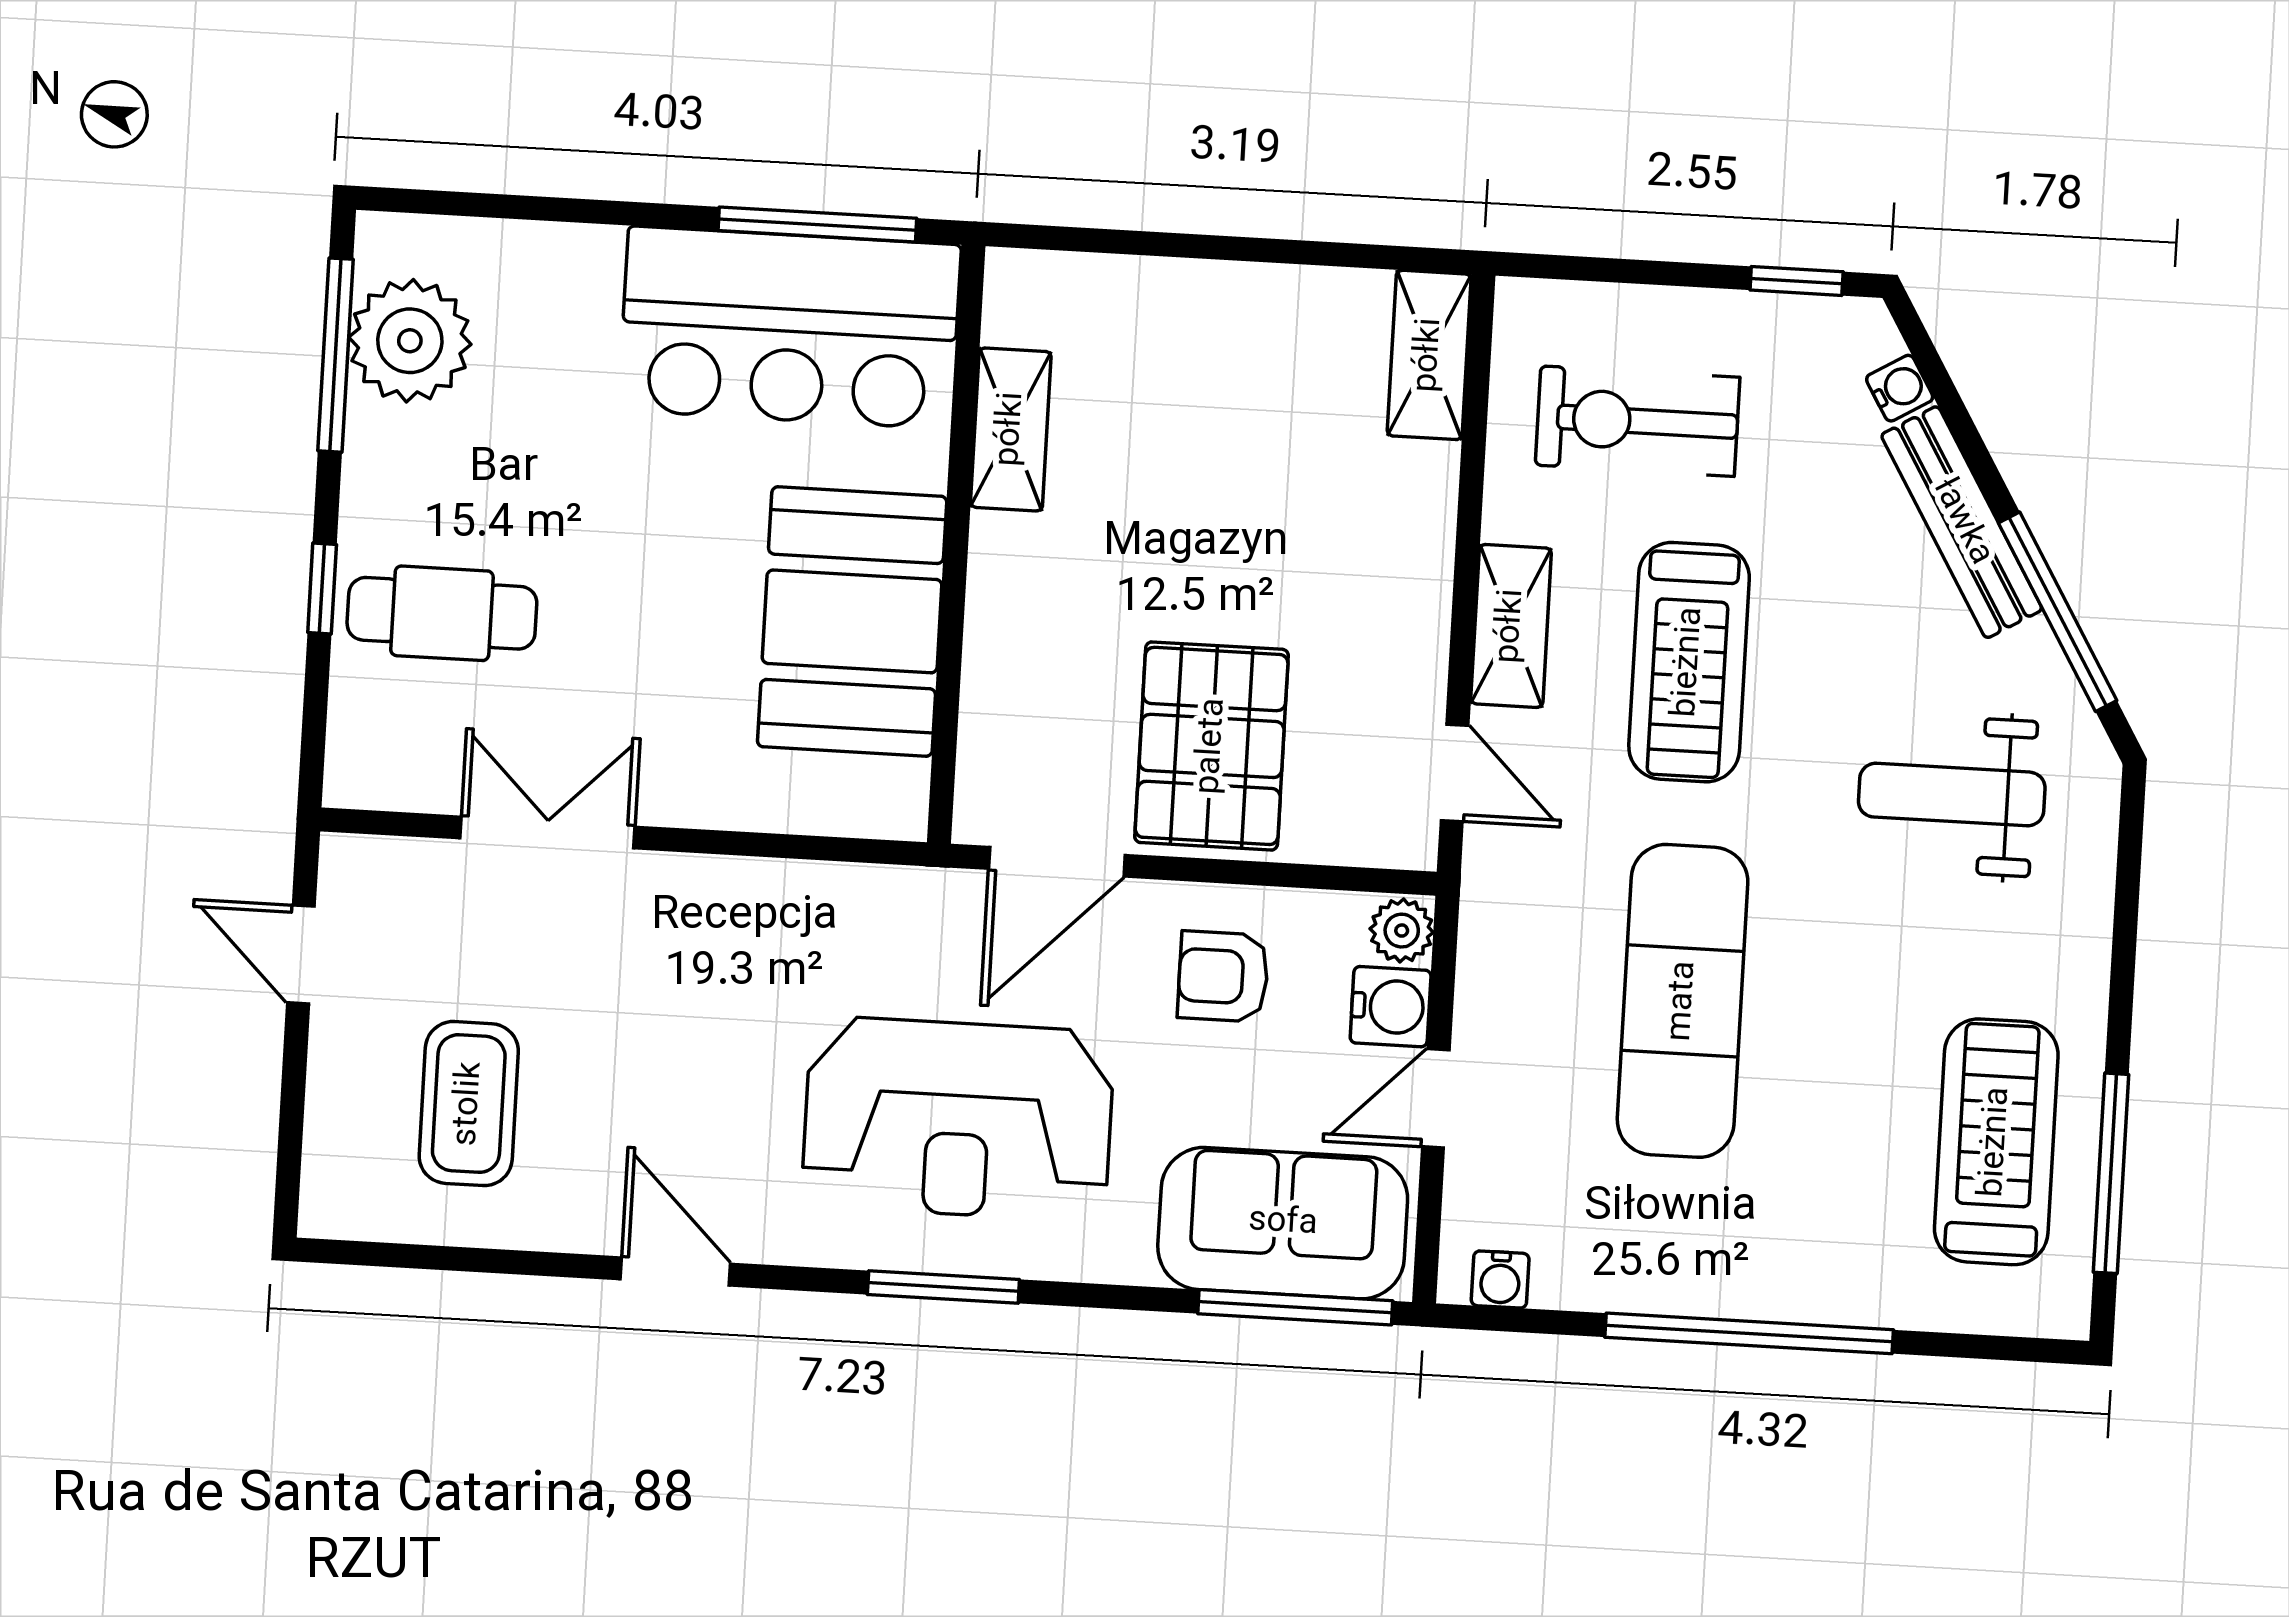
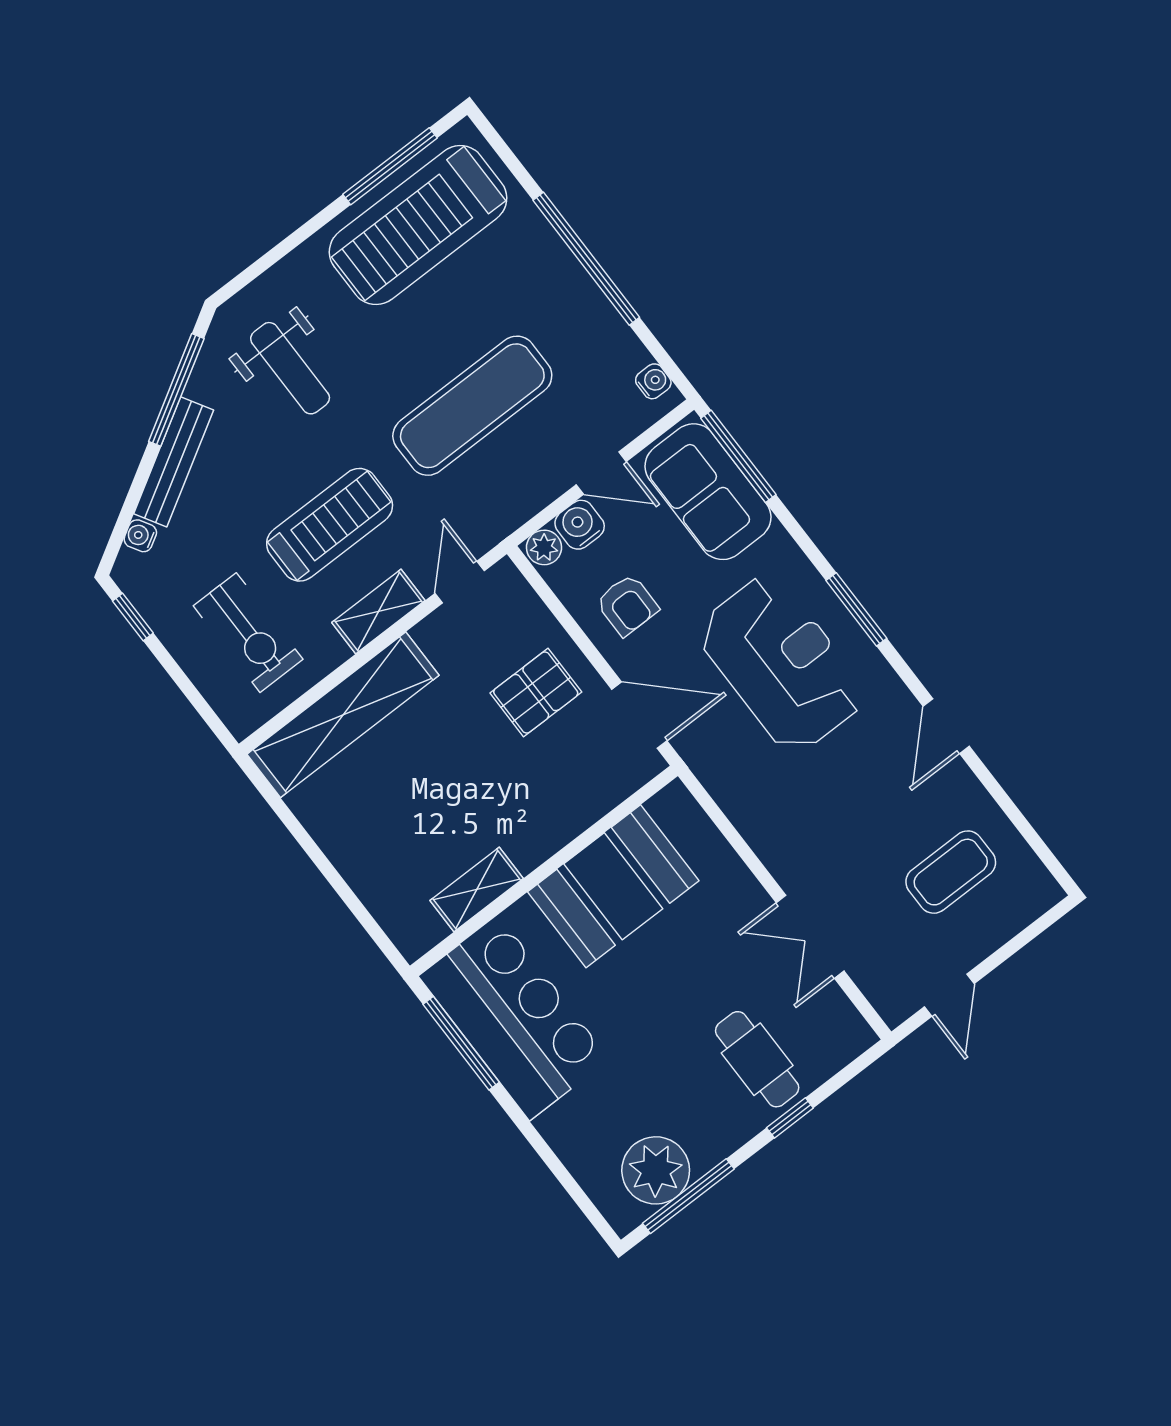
shelving: (1429, 355) -> (343, 715), width x2.20, depth x1.33
pallet: (1212, 746) -> (536, 693), width x0.67, depth x0.71
treadmill: (1996, 1142) -> (418, 225), width x1.37, depth x1.38

